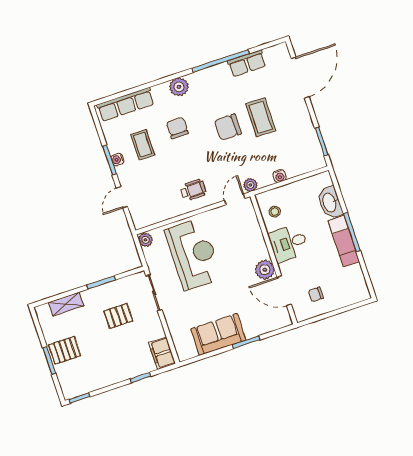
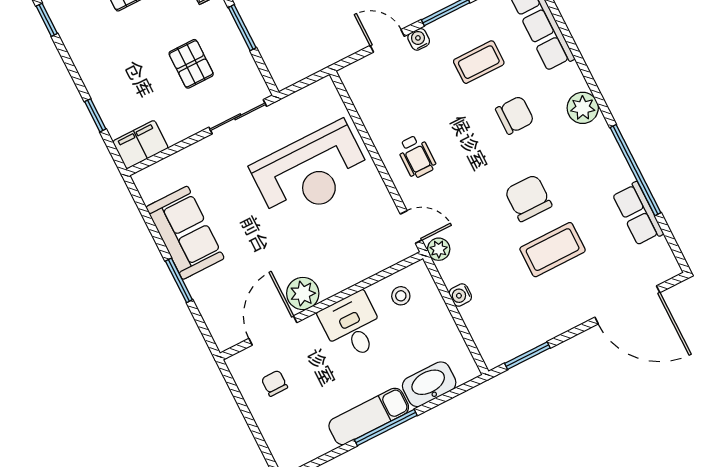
water cooler: (117, 160) -> (419, 39), moved
plant: (146, 240) -> (323, 90), removed

